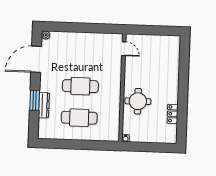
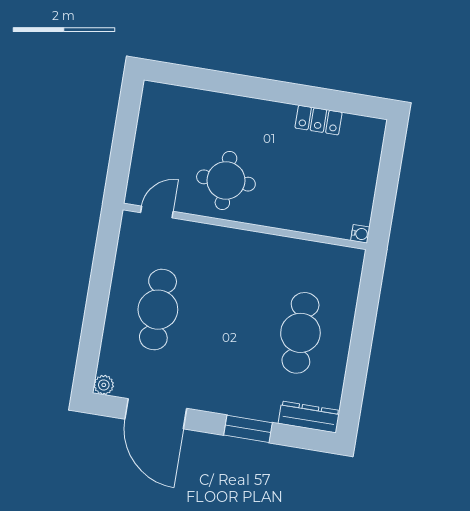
cafe table: (80, 86) -> (158, 310), moved
round table: (138, 101) -> (226, 180), moved
dresser: (44, 105) -> (309, 417), moved

